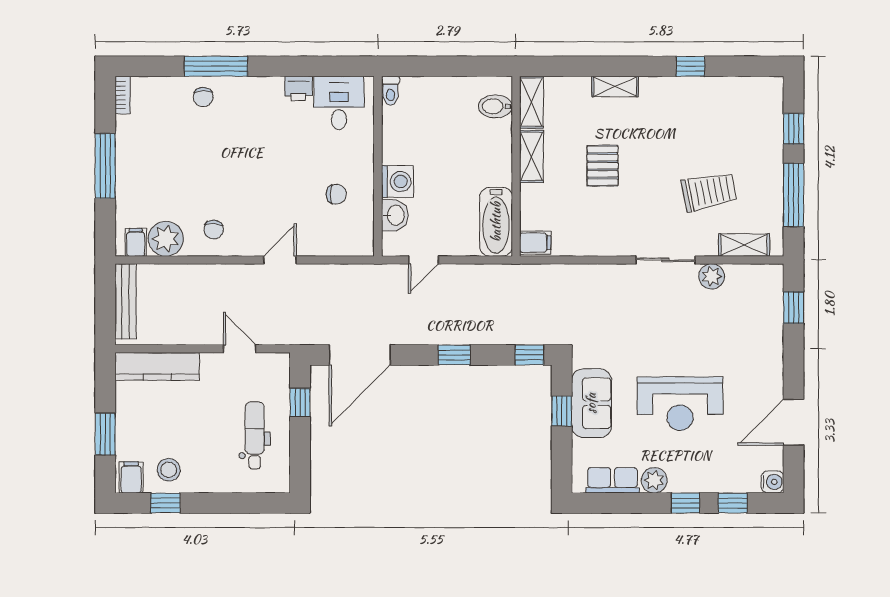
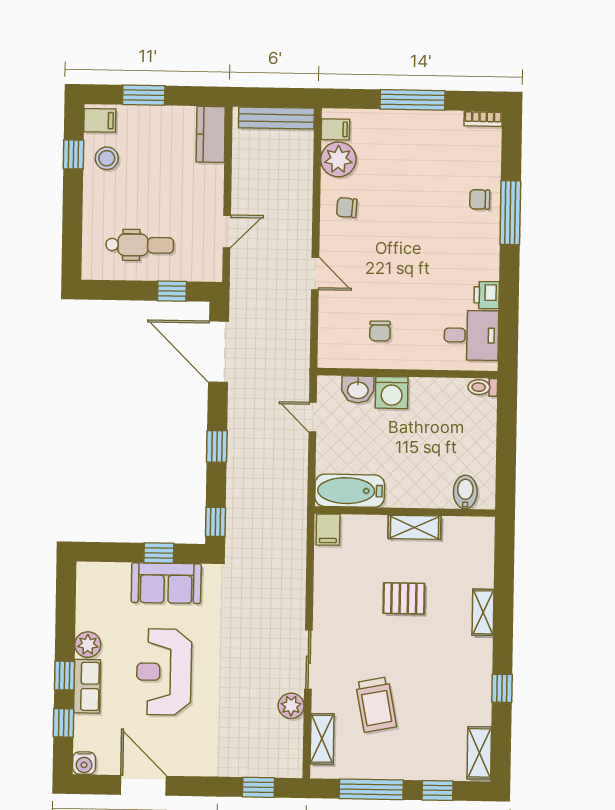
shelving: (531, 102) -> (479, 753), moved, turned 90
kitchen counter: (157, 366) -> (211, 134), width x0.67
row of seats: (613, 480) -> (87, 686), moved

